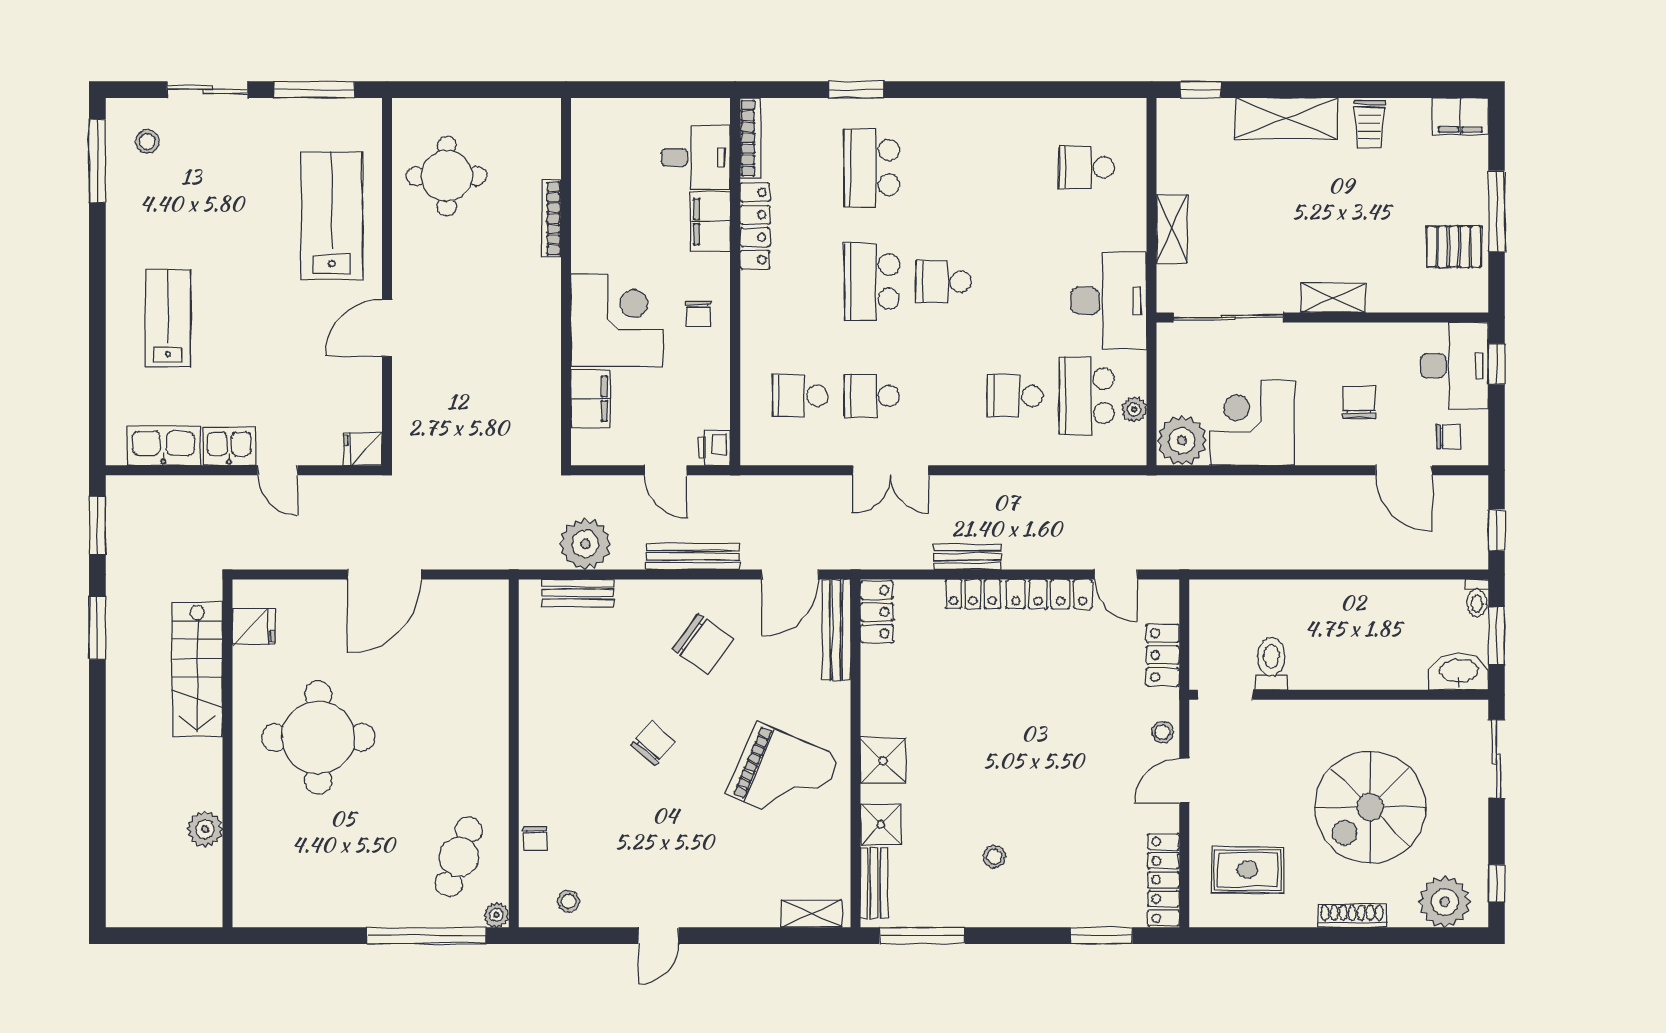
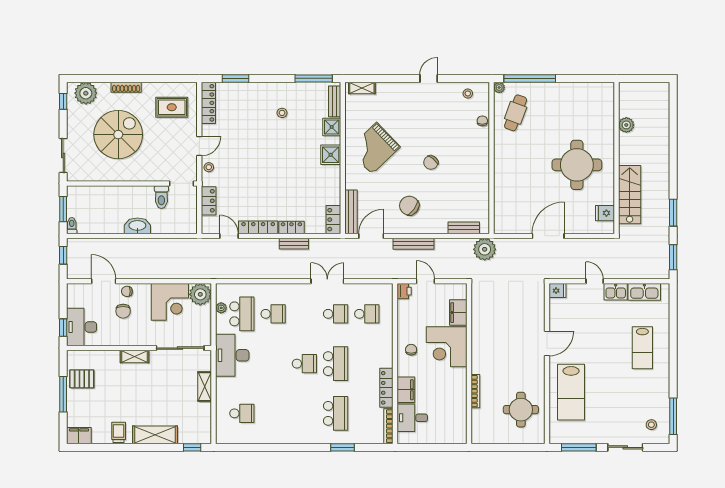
chair: (1449, 437) -> (127, 291), moved
plant: (585, 544) -> (485, 249), moved
washbasin: (1459, 672) -> (137, 226), moved, turned 180
grand piano: (783, 776) -> (374, 148), turned -67

